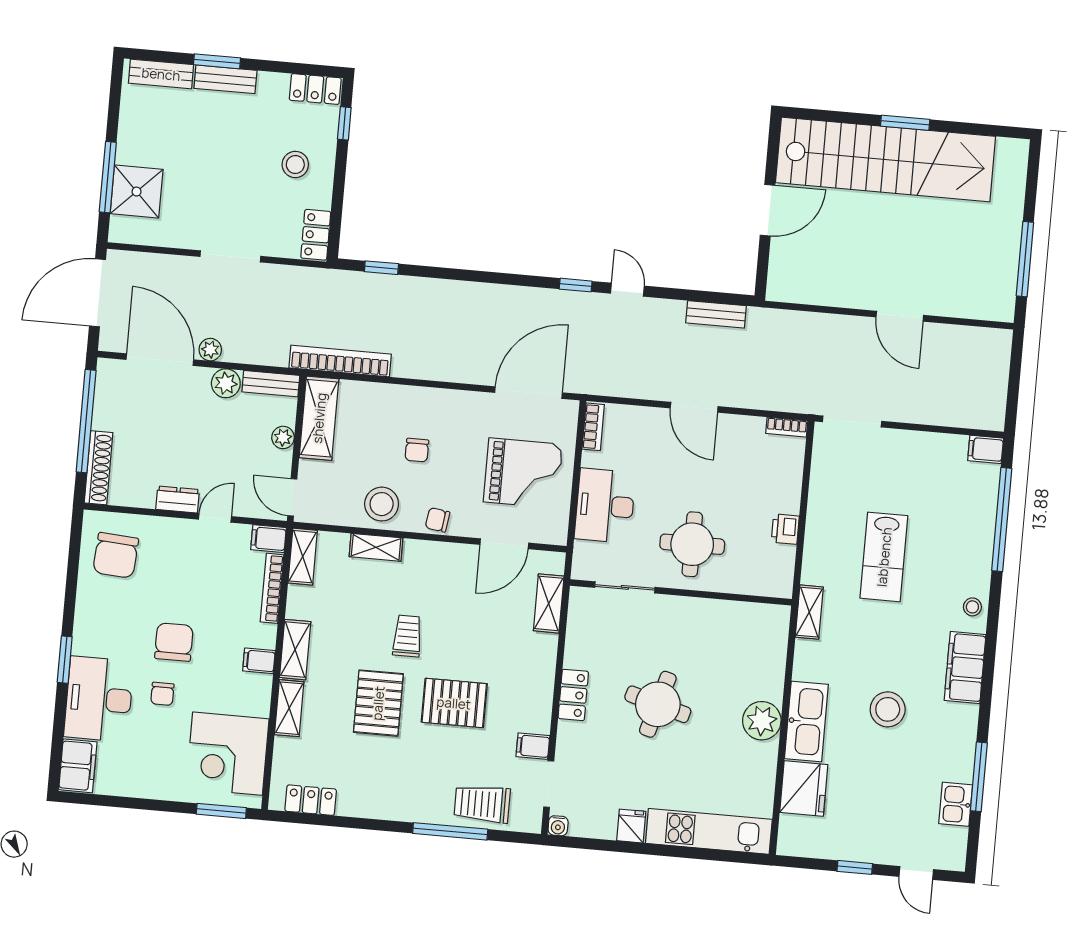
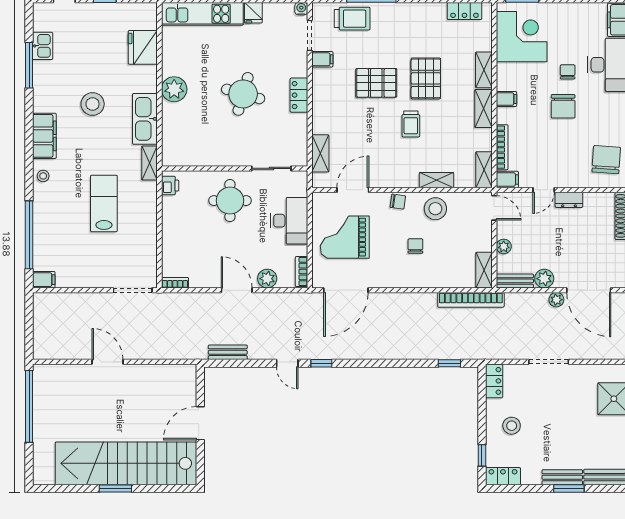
window: (1025, 259) -> (29, 406), width x1.46
shelving: (319, 418) -> (484, 270), width x0.67, depth x0.75
plant: (646, 421) -> (267, 279), added
printer: (785, 529) -> (170, 186), moved
kitchen sink: (806, 721) -> (145, 119), moved

